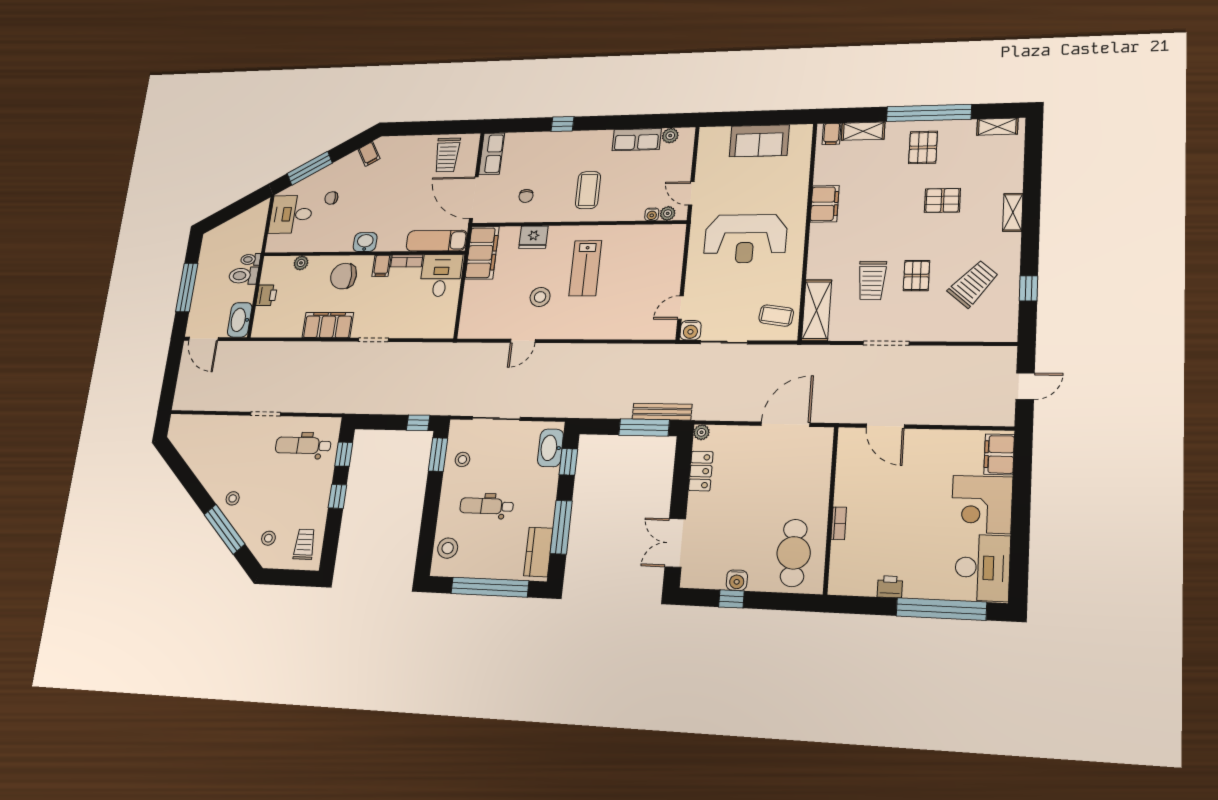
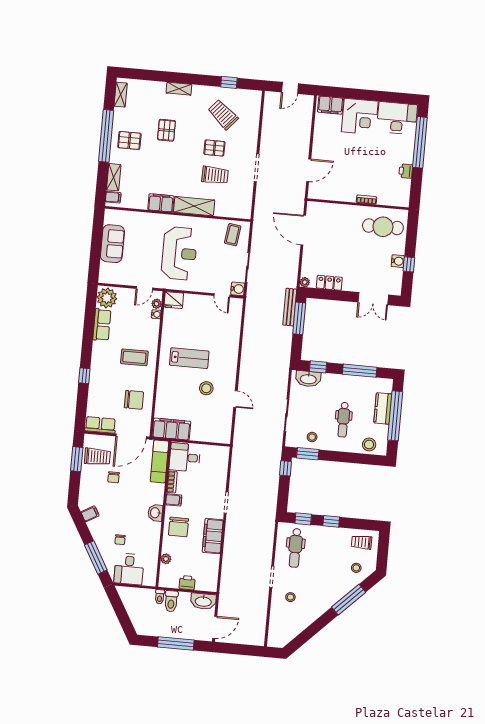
window: (445, 128) -> (77, 459), added
plant: (670, 136) -> (107, 298), width x1.88, depth x1.88
chair: (418, 180) -> (114, 477), added
chair: (526, 196) -> (134, 400), width x1.87, depth x1.87
fridge: (533, 237) -> (174, 300), moved, turned 90
shelving: (817, 310) -> (194, 206), moved
door: (1025, 386) -> (290, 88), swing flipped
stool: (233, 498) -> (290, 597), moved
kitchen counter: (538, 552) -> (383, 408), moved, turned 90

